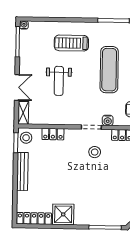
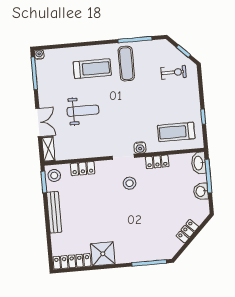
treadmill: (71, 43) -> (92, 69), turned 180
exercise mat: (109, 70) -> (126, 64), moved, width x0.73, depth x0.69
weight bench: (59, 81) -> (83, 111), turned -90

